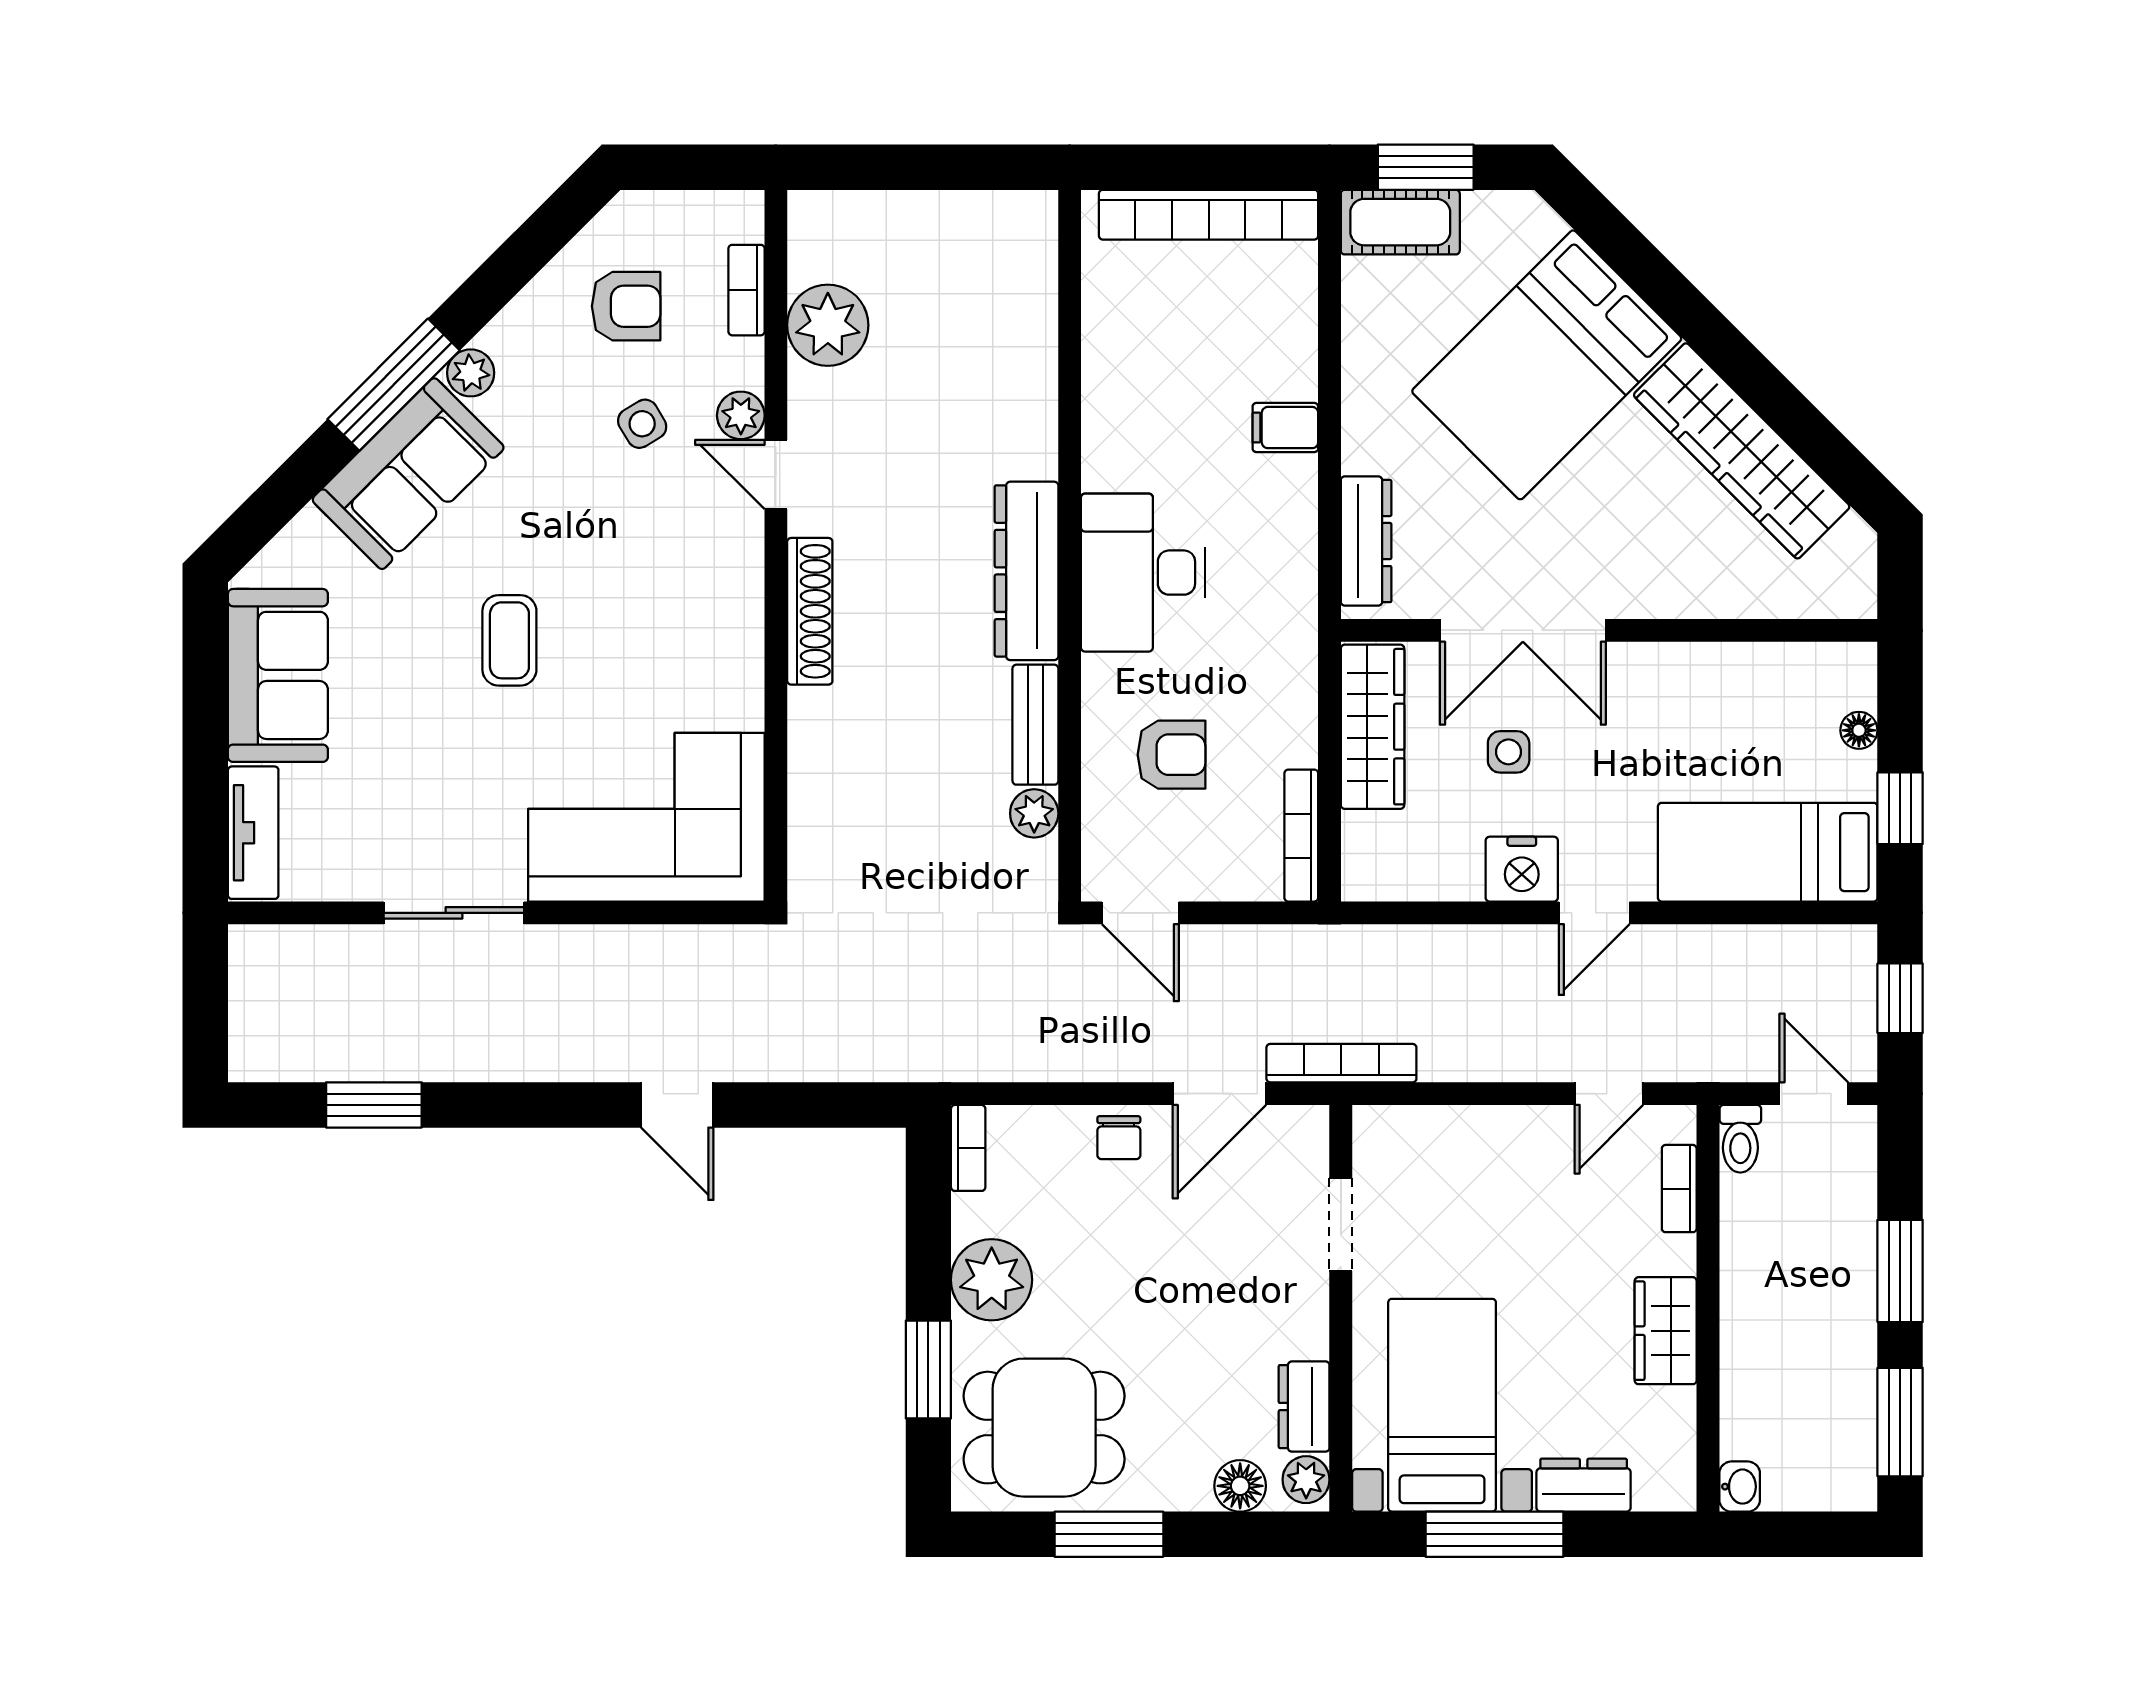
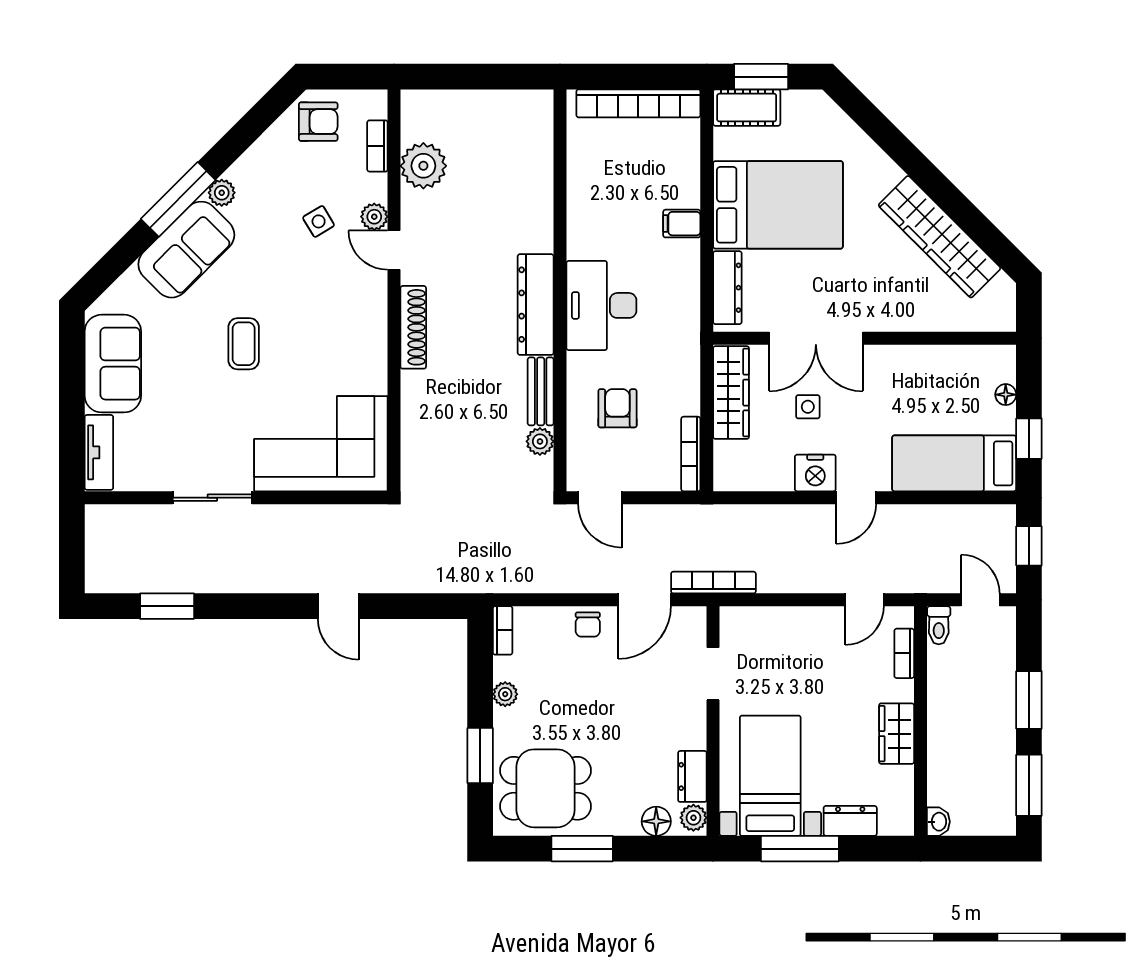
armchair: (626, 306) -> (318, 122), moved
bed: (1547, 365) -> (778, 205), moved, turned -135
armchair: (1171, 755) -> (617, 408), turned -90
plant: (992, 1280) -> (505, 694), width x0.53, depth x0.53

